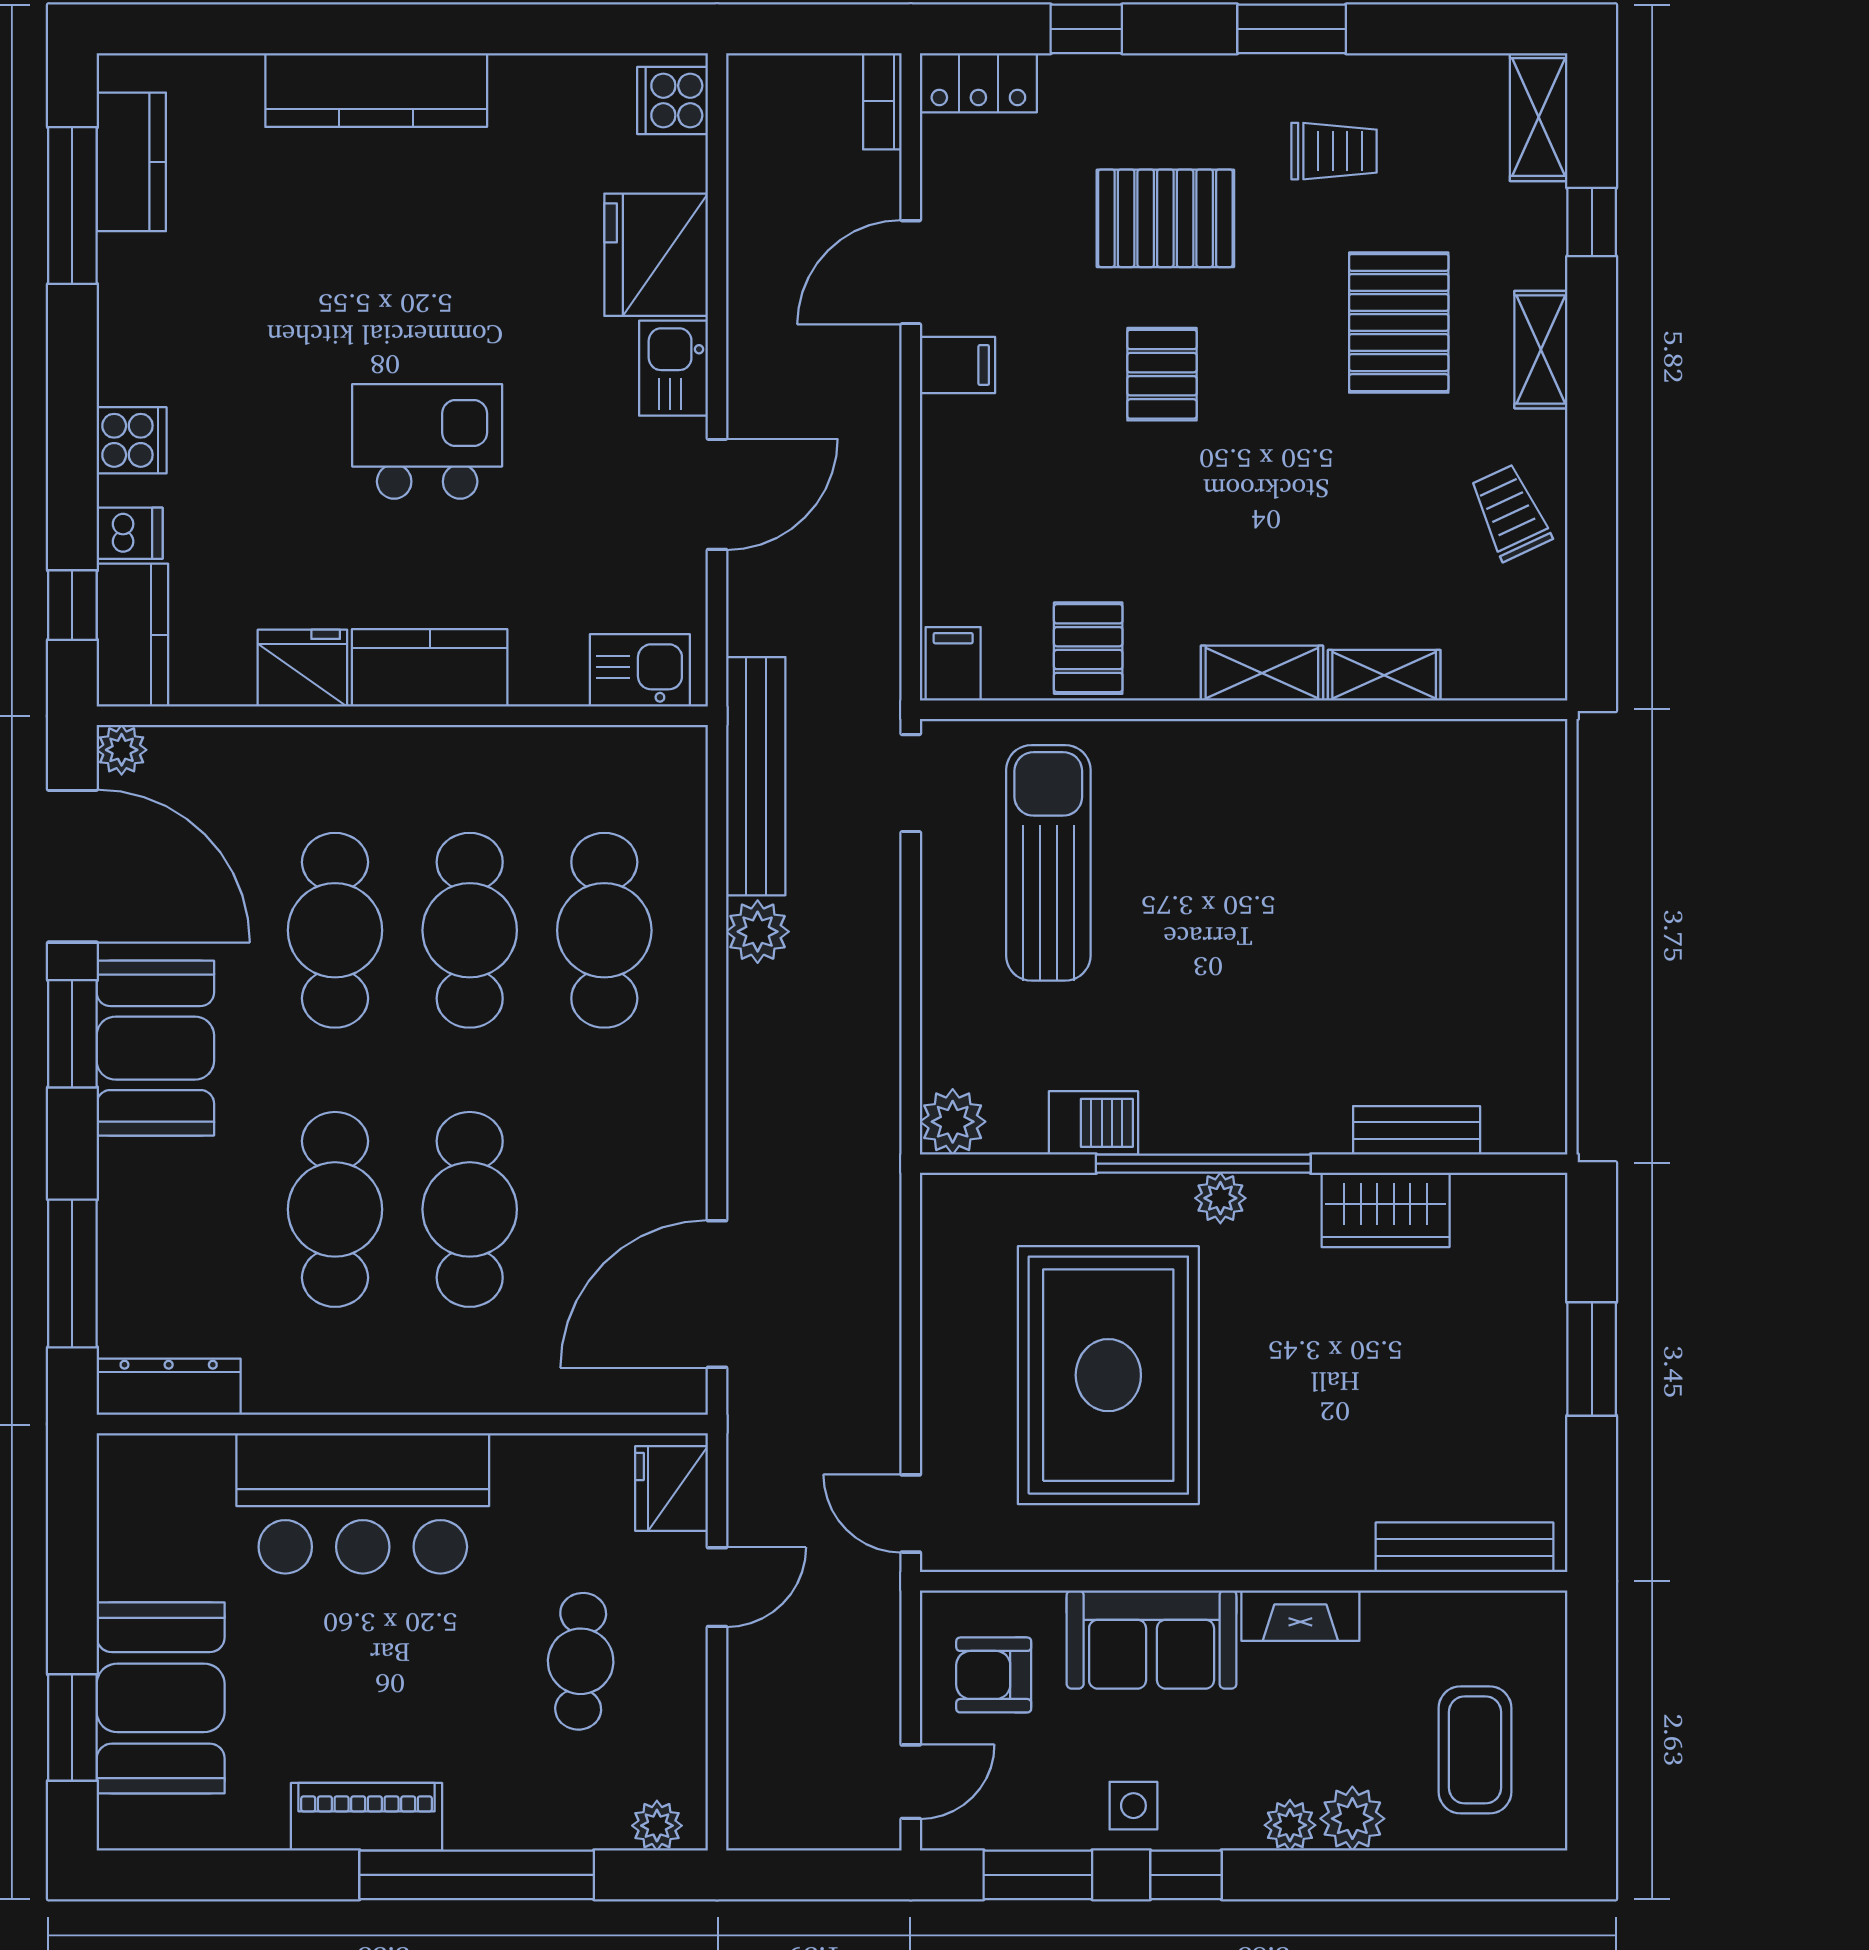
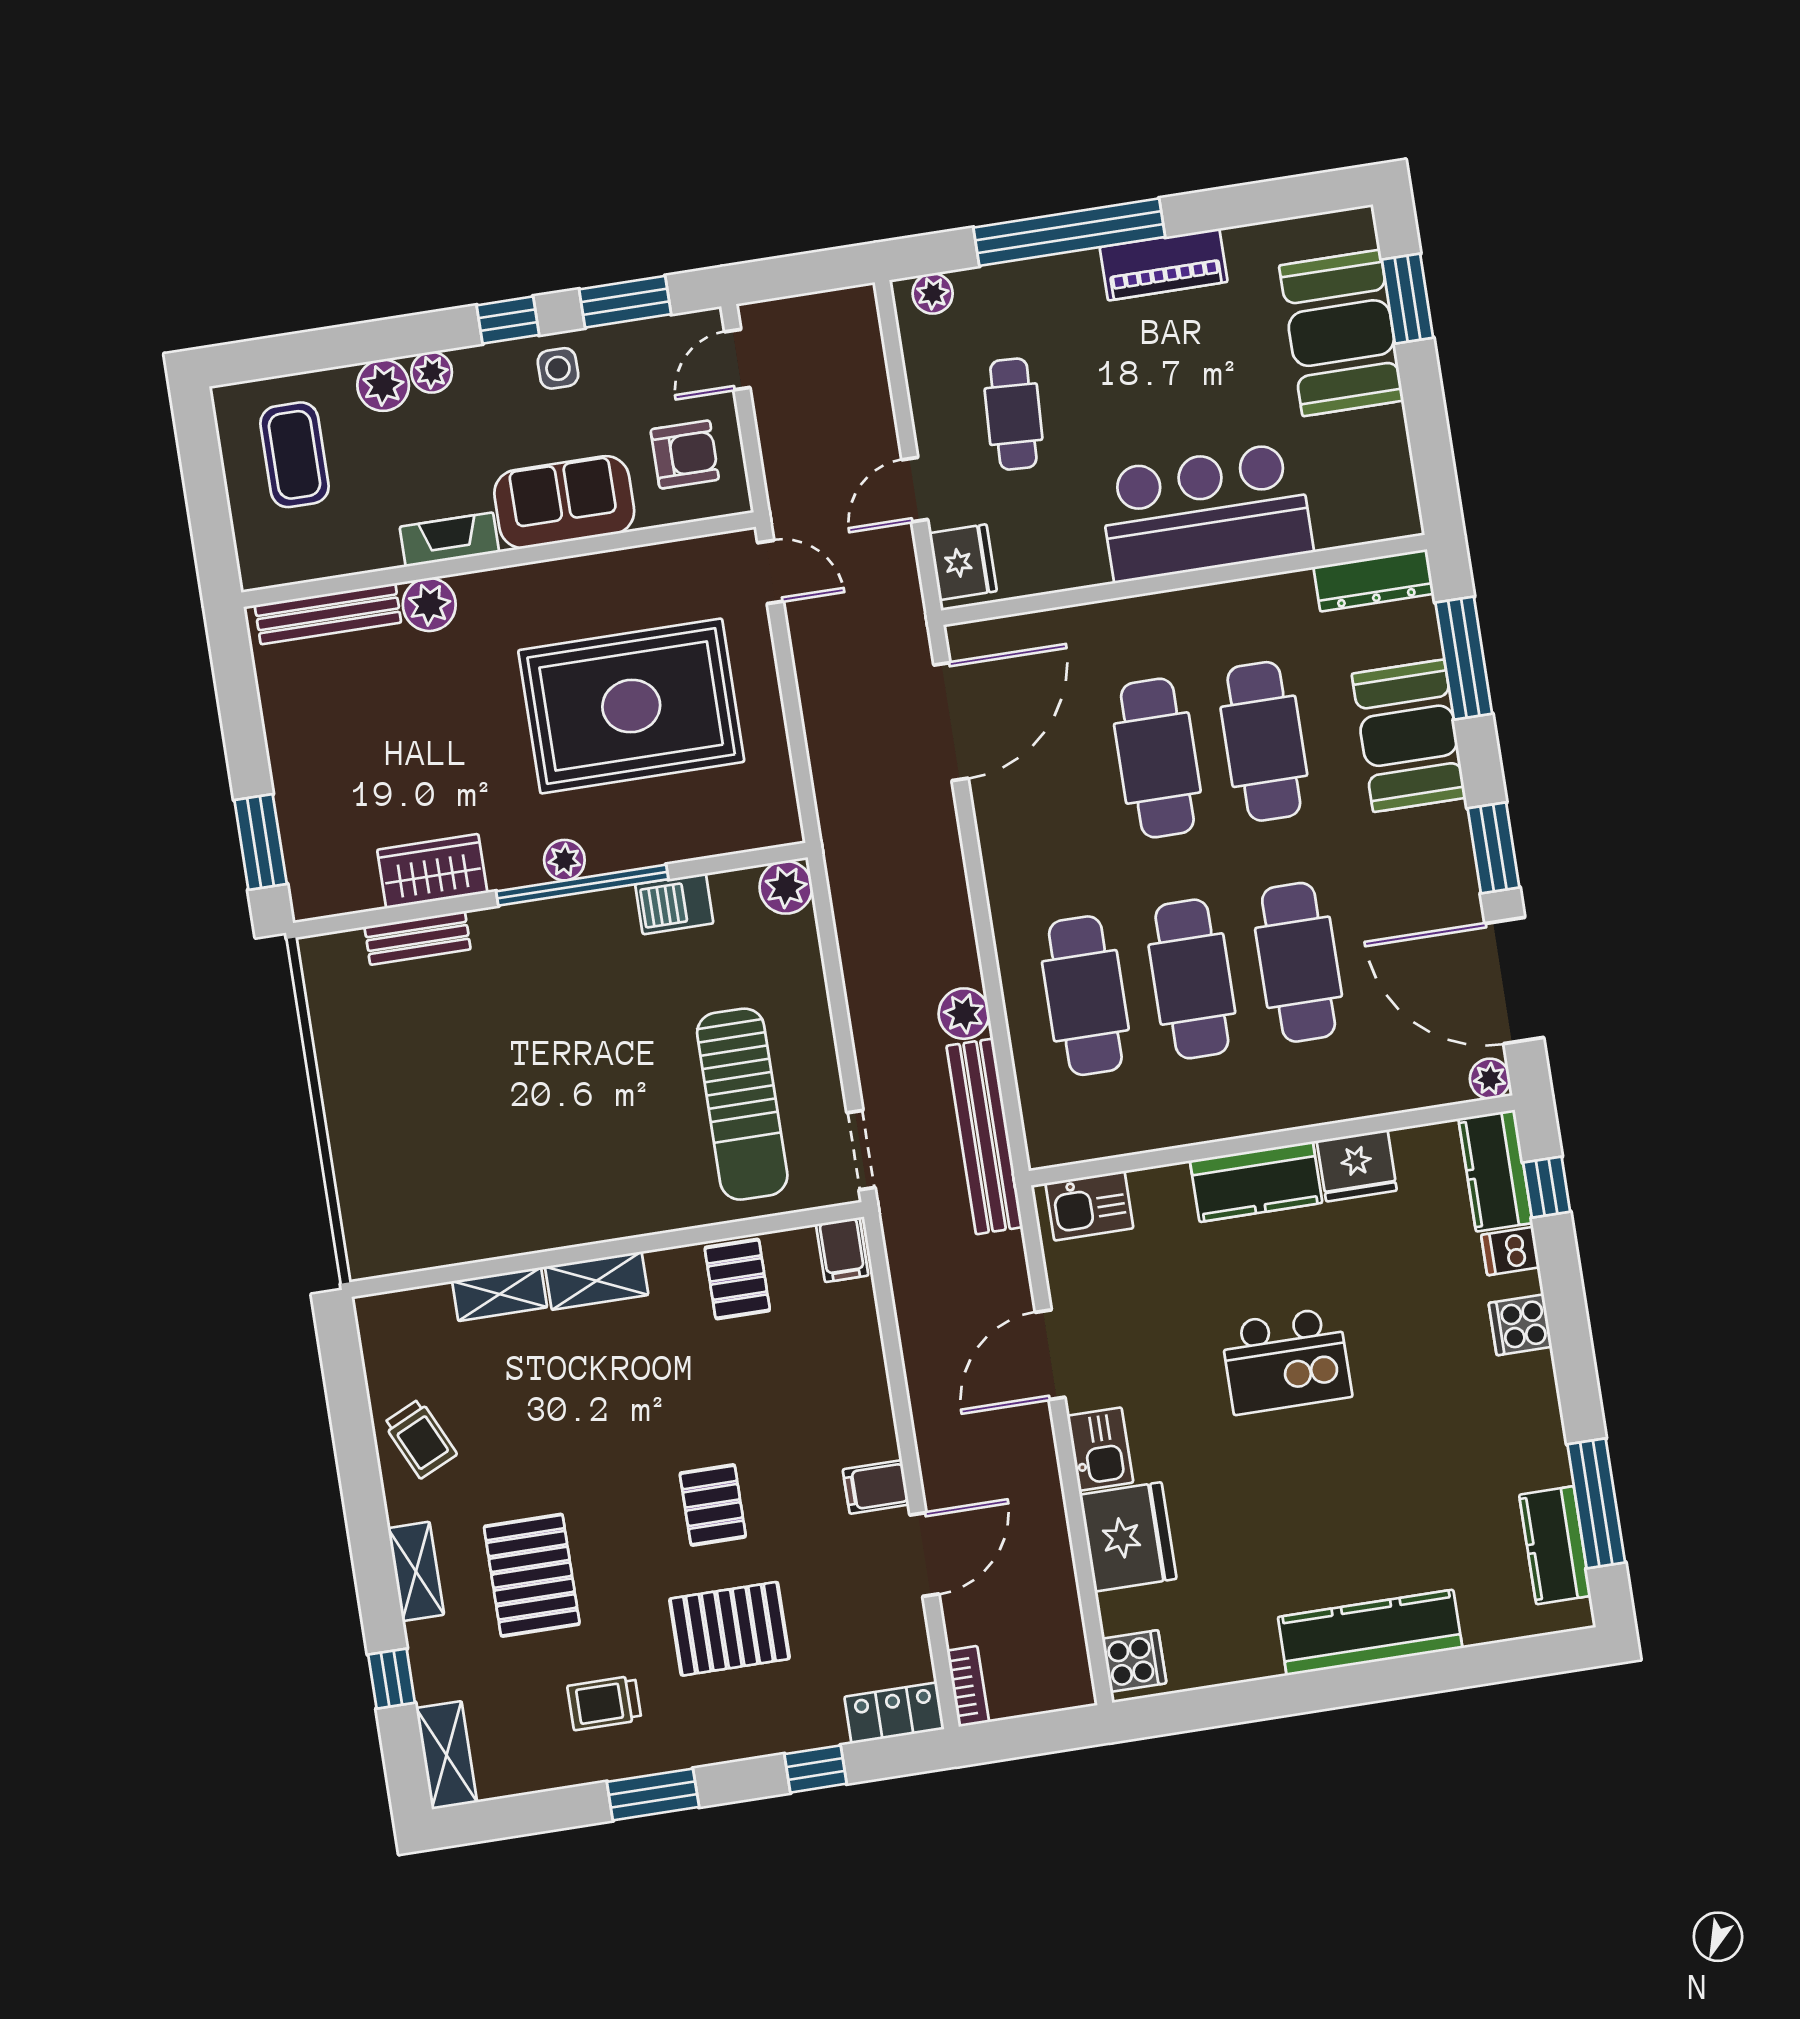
booth: (155, 1048) -> (1409, 736), moved
window: (1592, 1359) -> (261, 842), moved
rug: (1108, 1375) -> (631, 706), turned 90
plant: (1338, 1539) -> (429, 605), added

